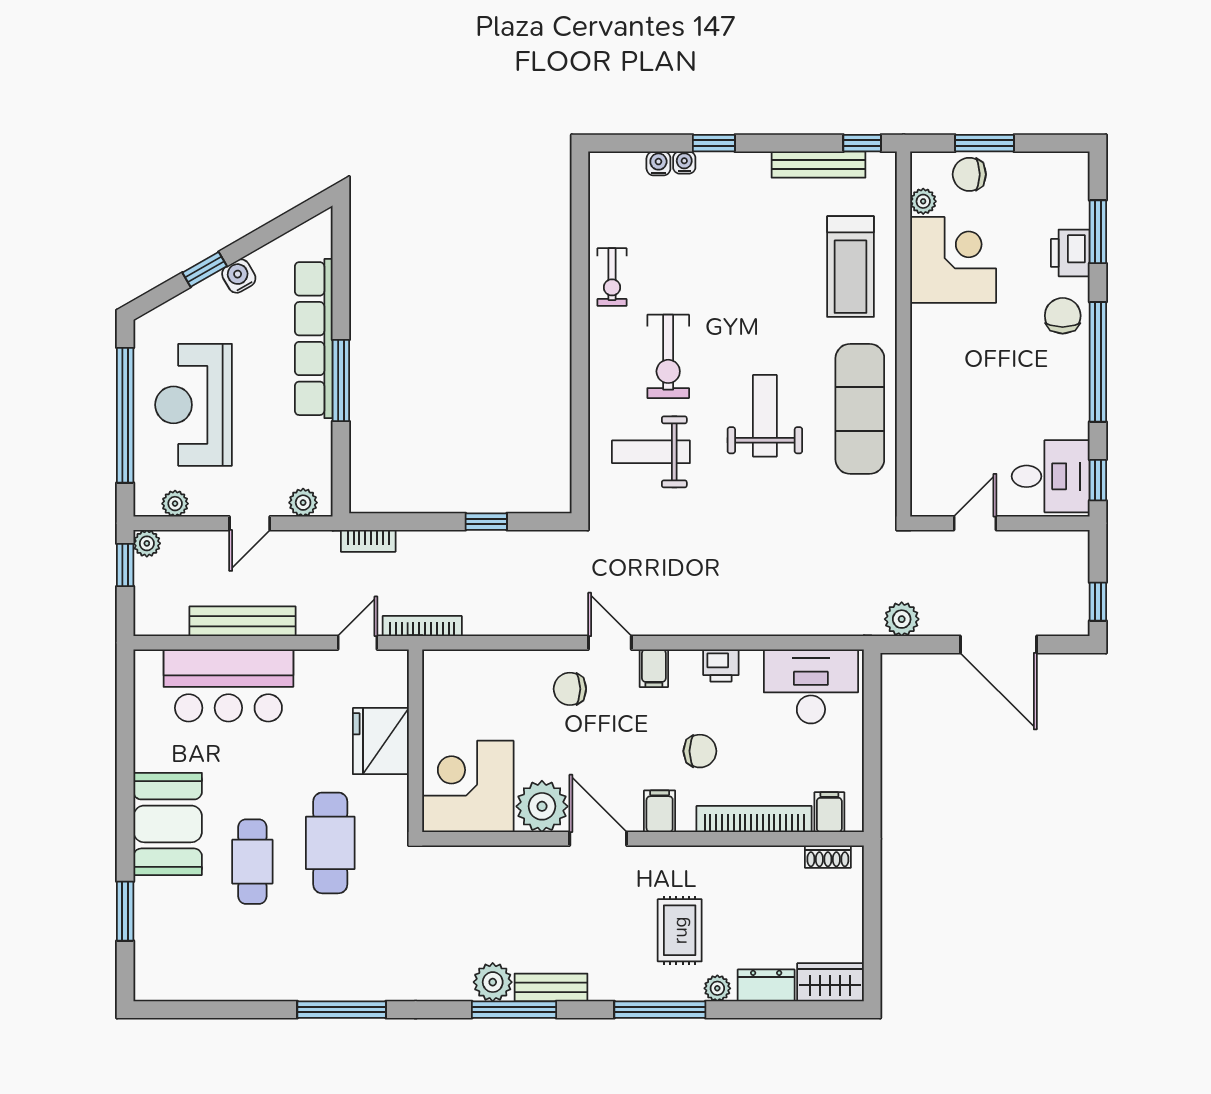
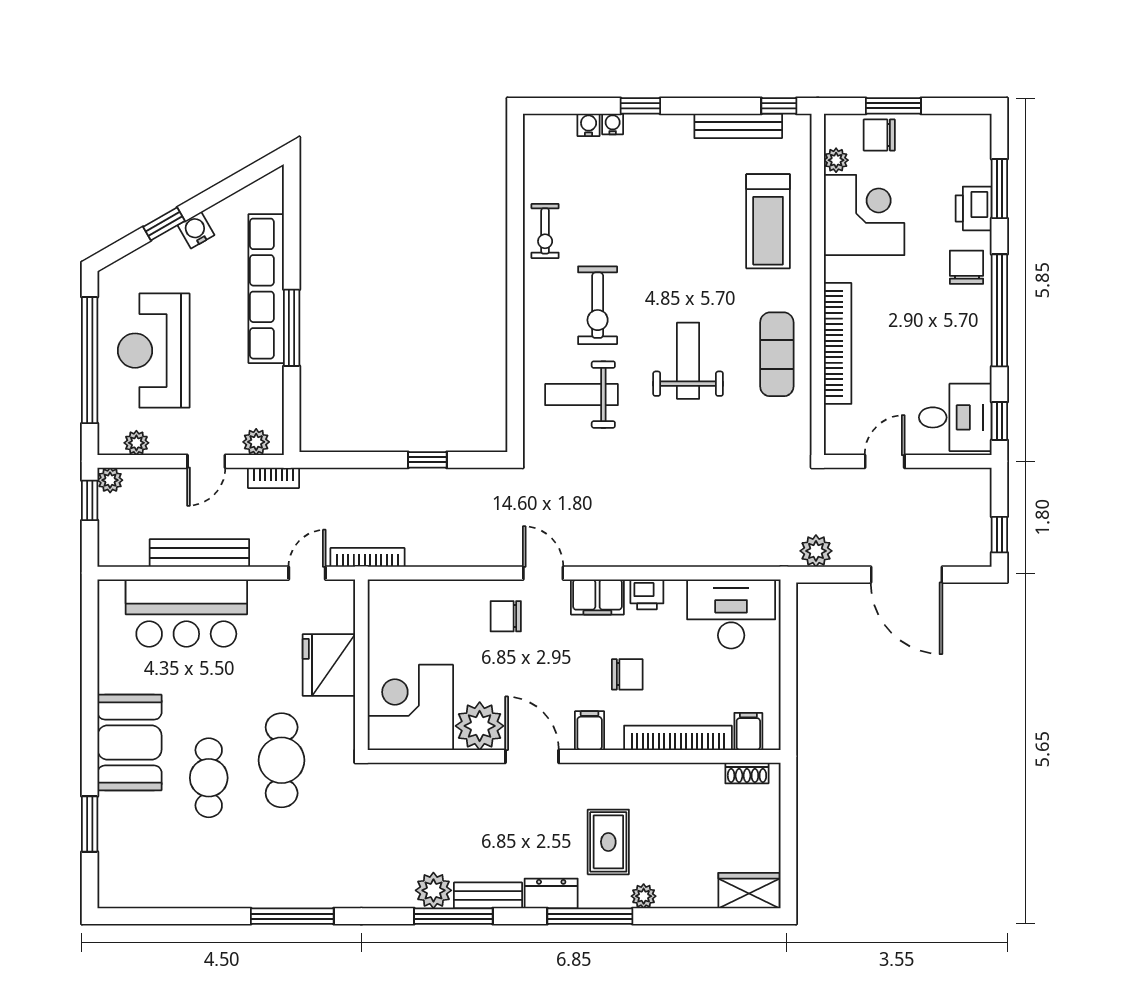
bookcase: (925, 397) -> (838, 343), added
exercise mat: (860, 409) -> (777, 354), width x0.73, depth x0.69
bookcase: (368, 541) -> (273, 478), moved
filing cabinet: (654, 668) -> (597, 597), width x2.00
dresser: (766, 985) -> (551, 894), moved

